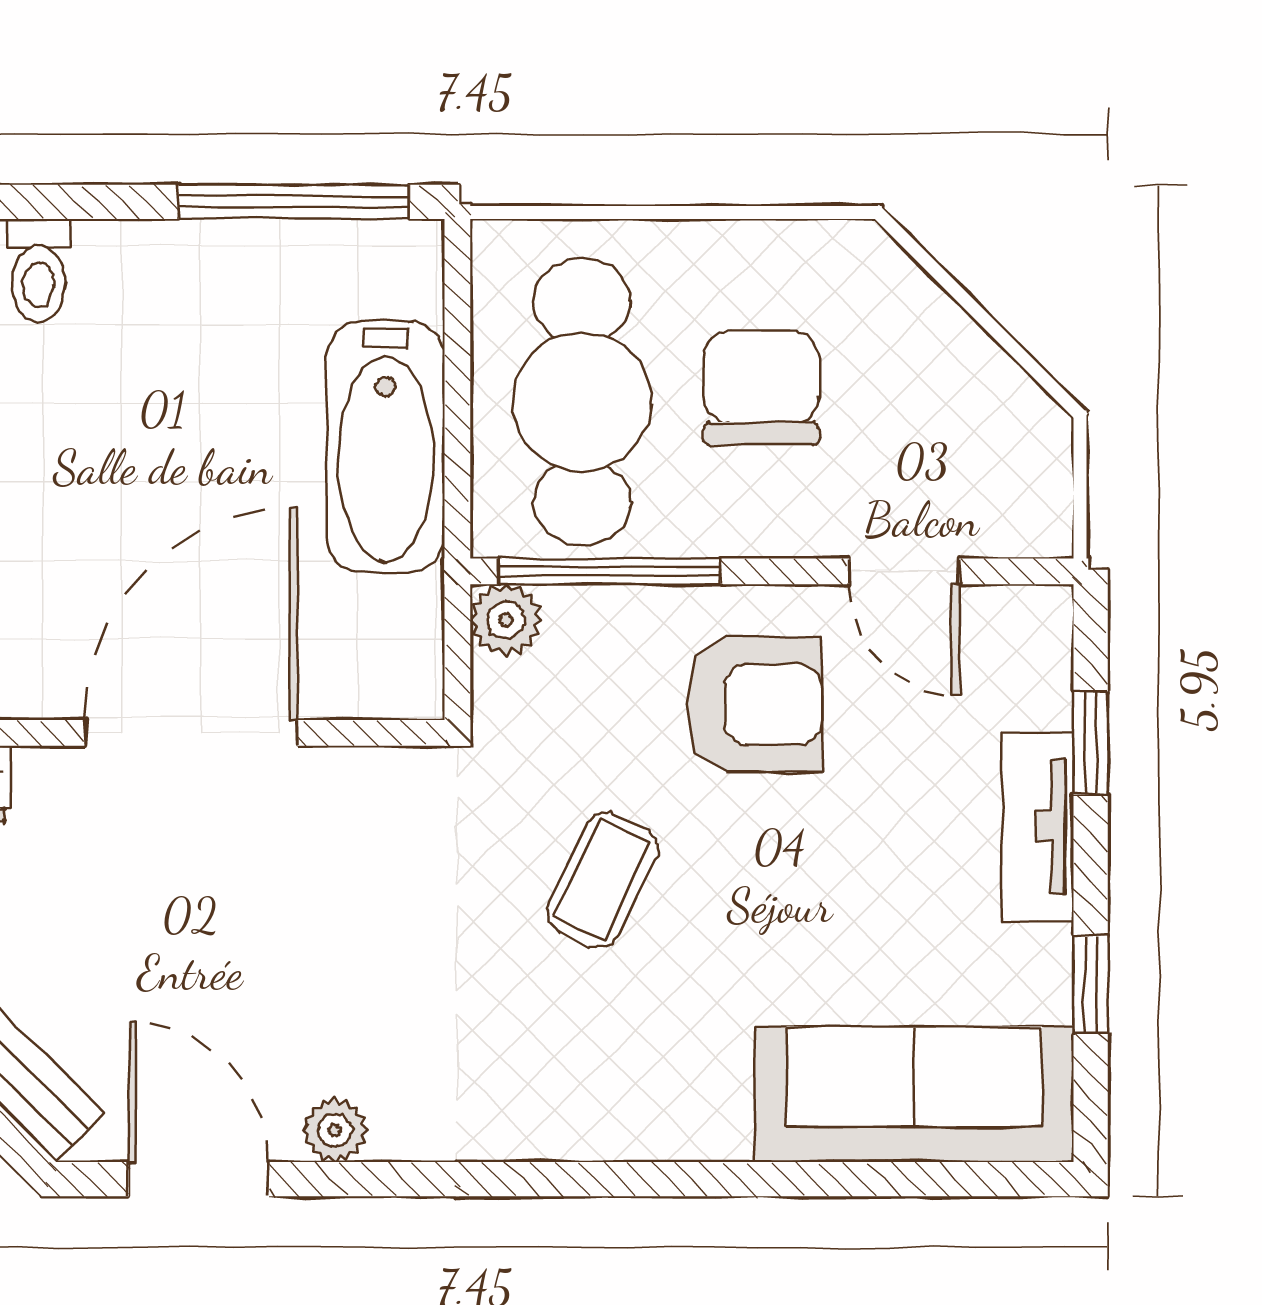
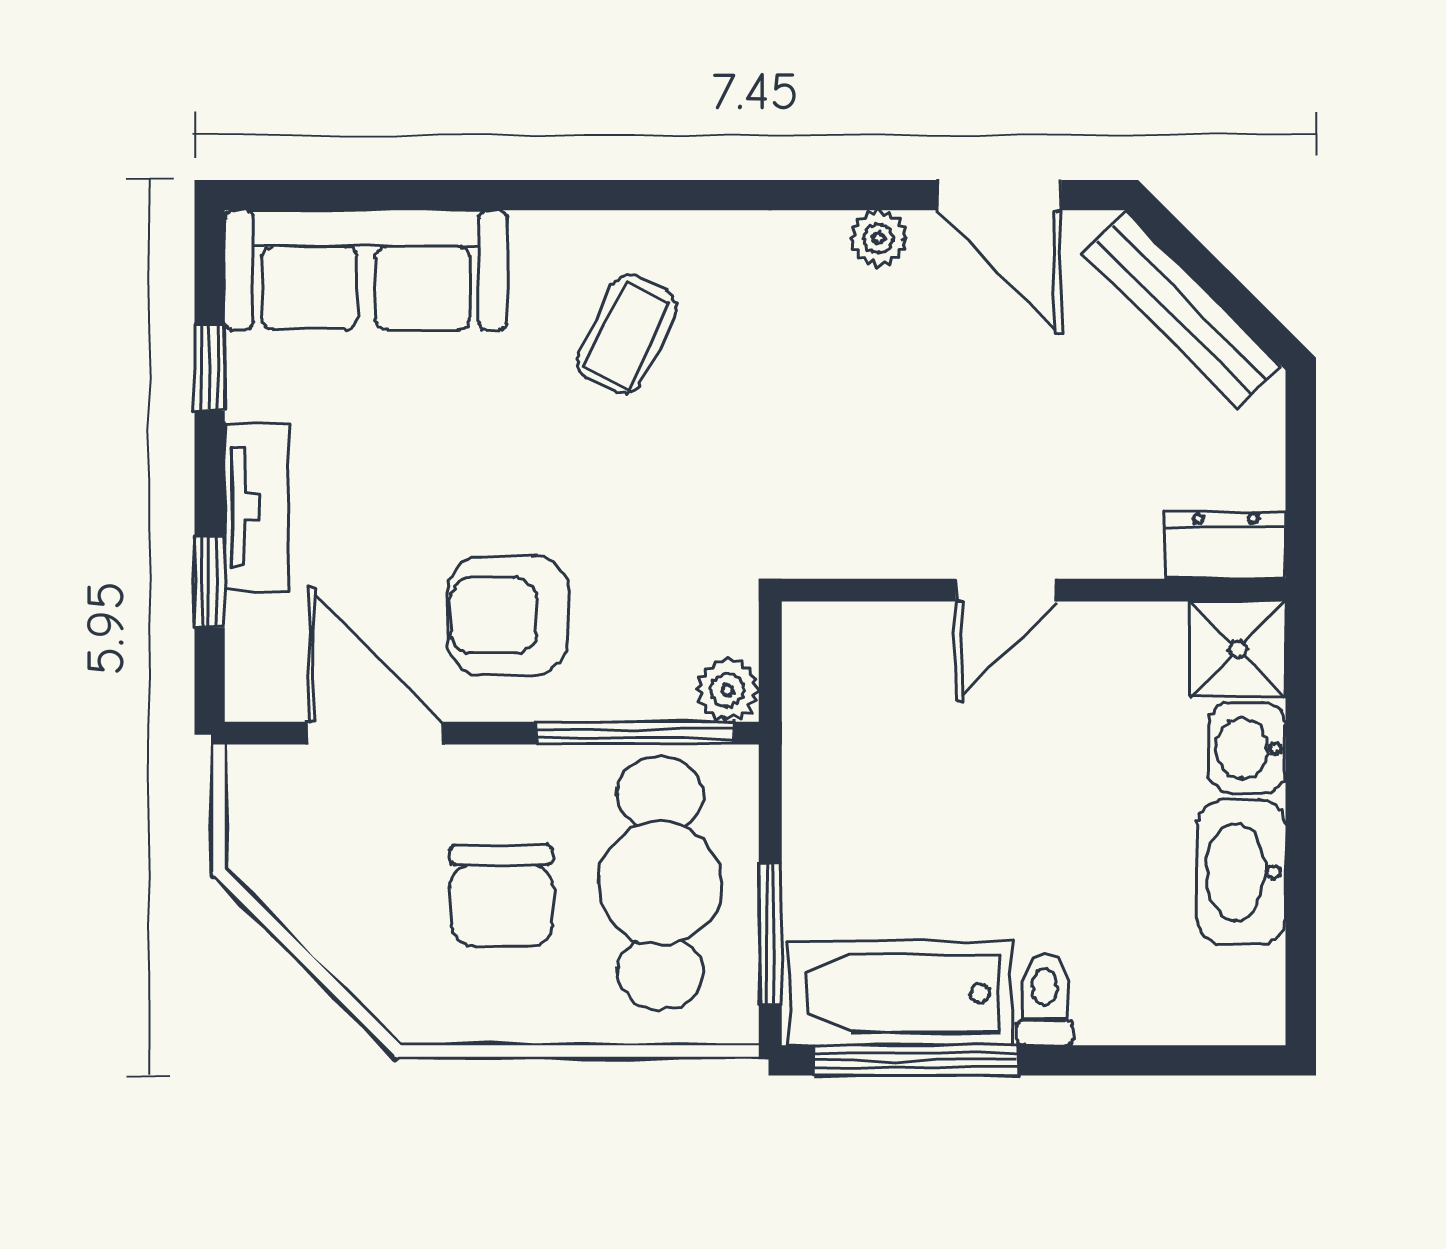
toilet: (39, 270) -> (1045, 1000), moved
window: (457, 344) -> (770, 934), added
bathtub: (386, 447) -> (900, 993), moved, turned -90
door: (904, 571) -> (375, 733), width x1.38
door: (191, 733) -> (1006, 590), width x0.53
coffee table: (602, 880) -> (627, 335), moved

